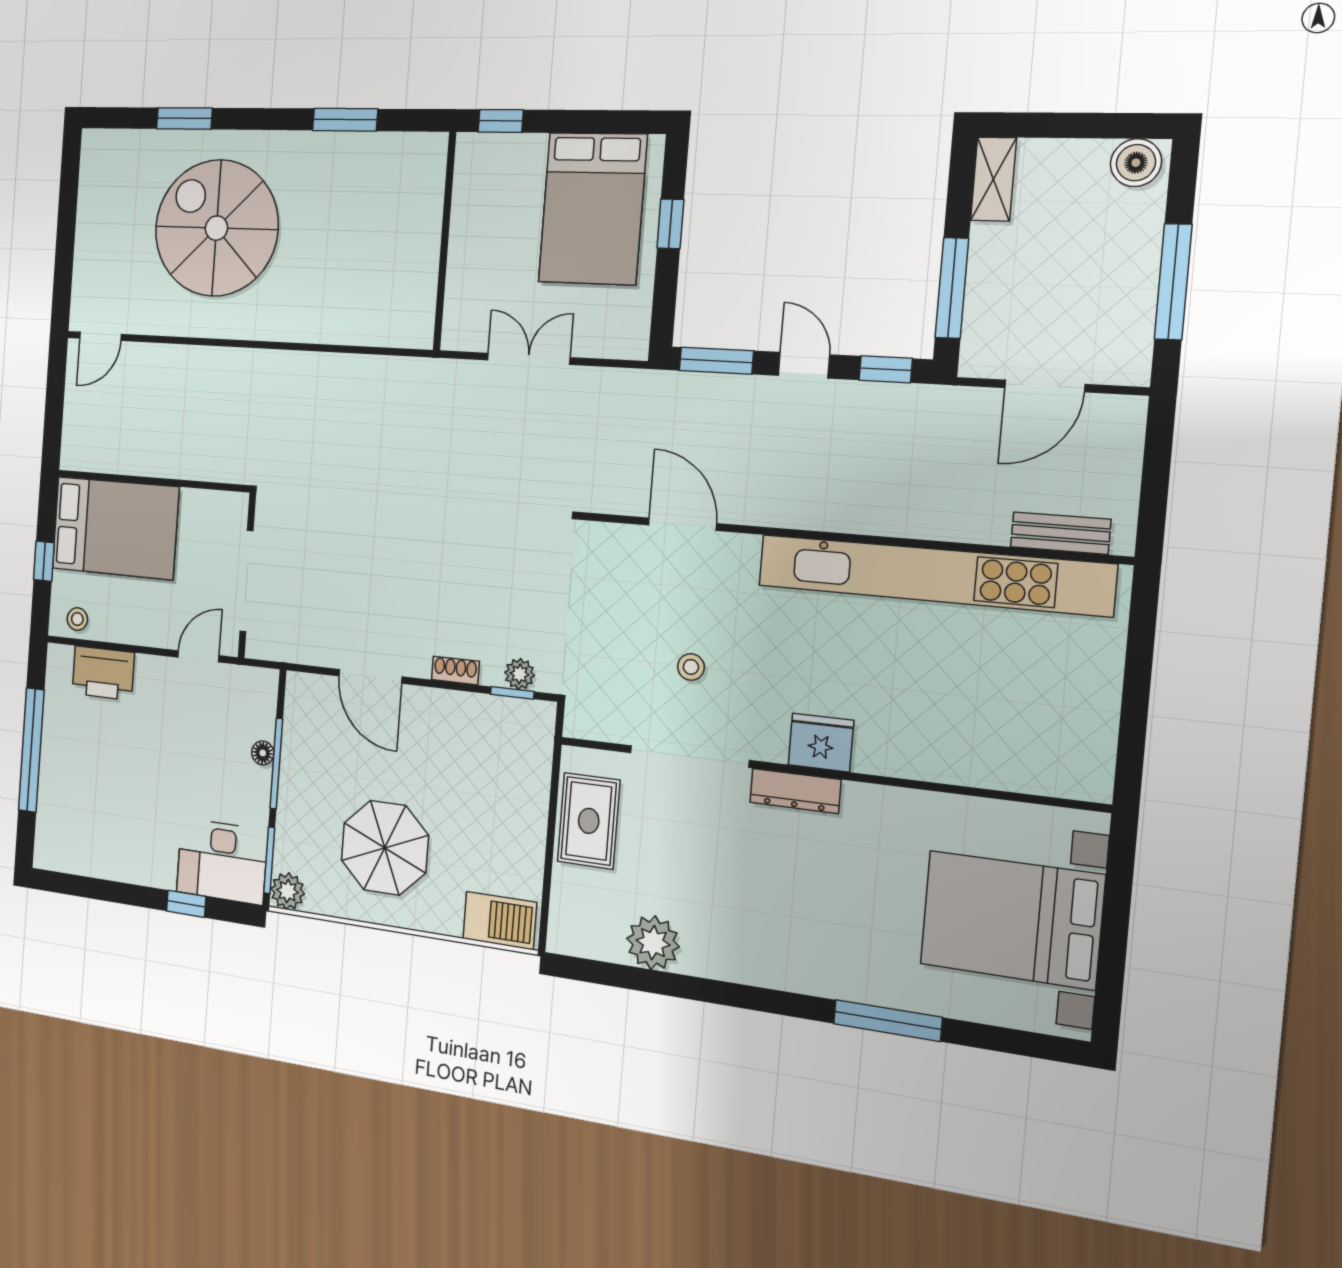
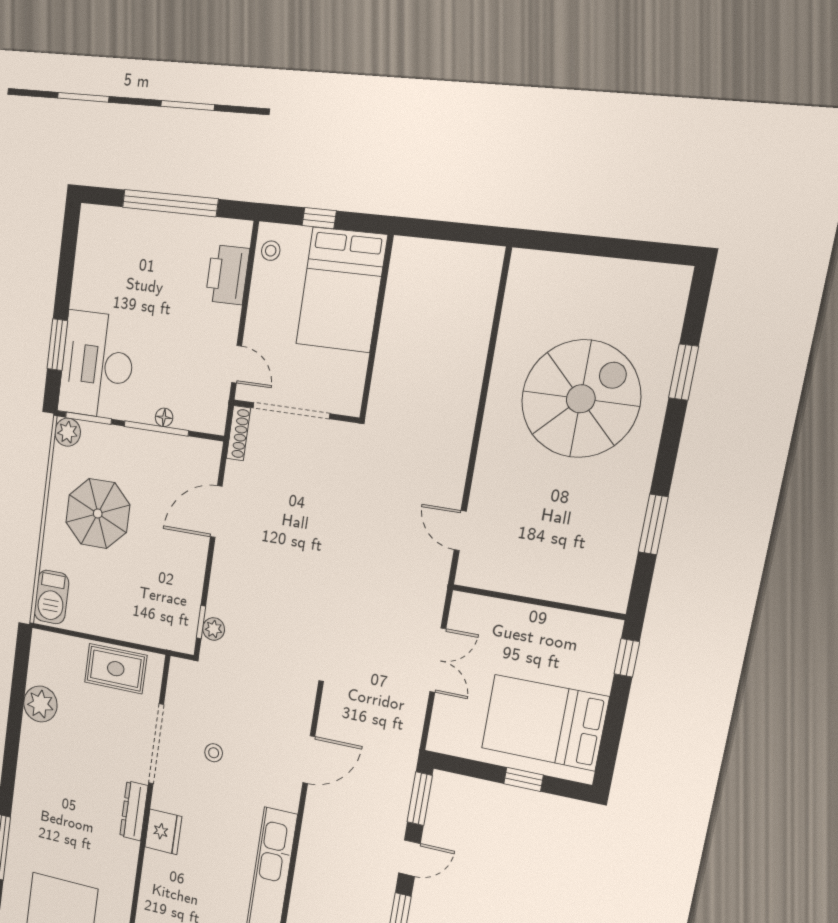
door: (100, 336) -> (460, 531), moved
shoe rack: (455, 670) -> (238, 433), moved, width x1.43
desk: (222, 861) -> (97, 365), width x1.36, depth x1.30
window: (186, 904) -> (57, 345), width x1.50

